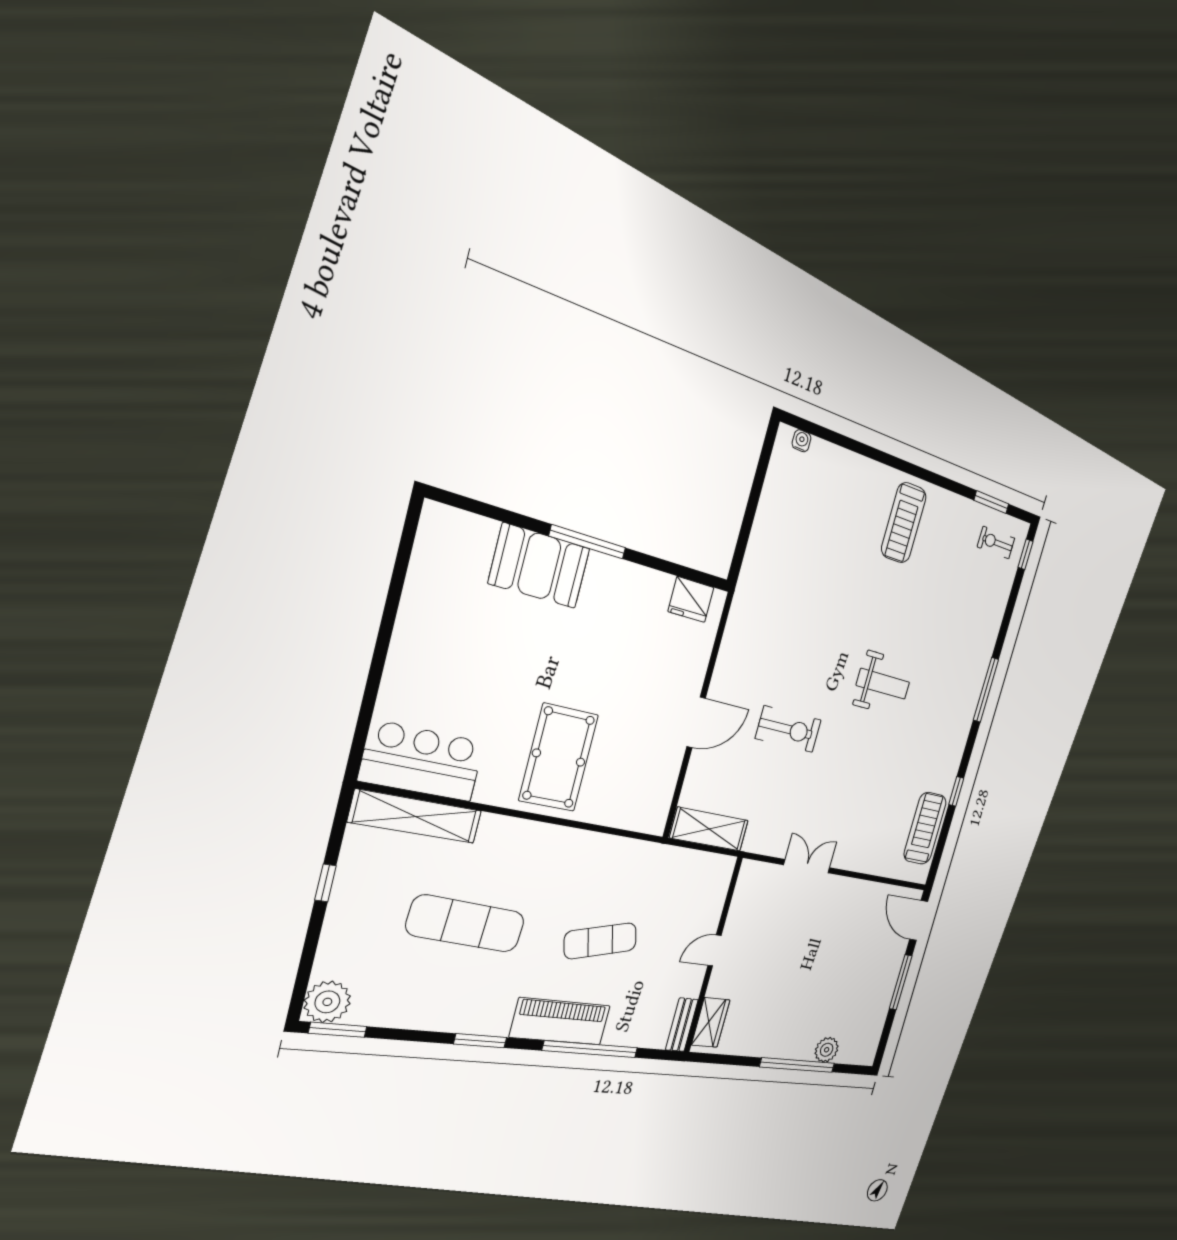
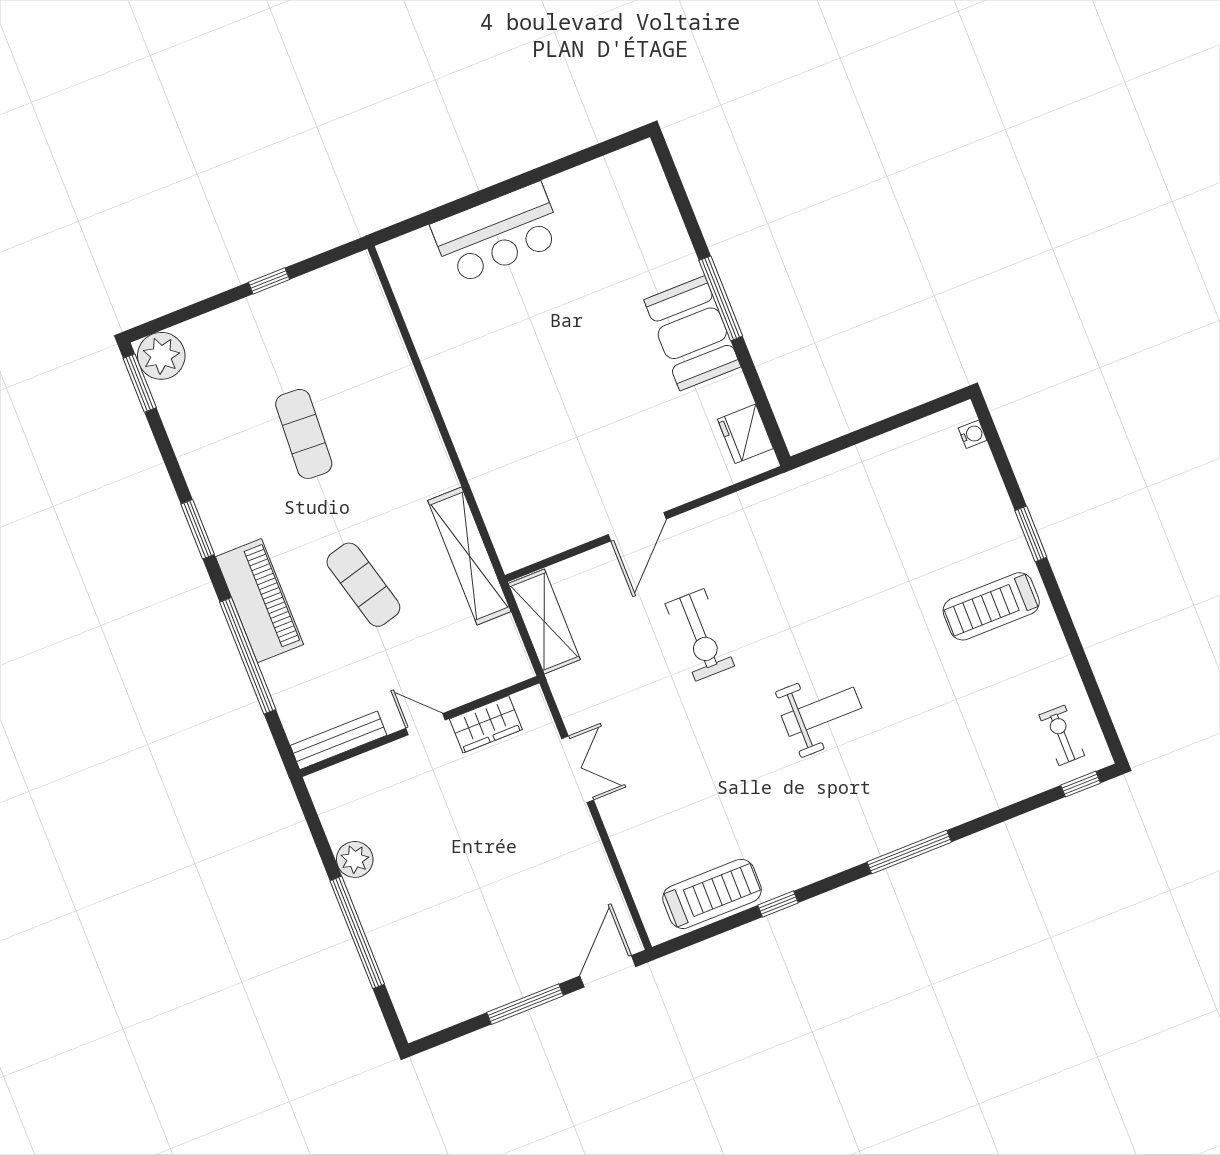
window: (991, 502) -> (1031, 534), moved
booth: (539, 566) -> (692, 333), moved
weight bench: (883, 684) -> (821, 712), turned -90
door: (696, 722) -> (637, 527), hinge flipped
pool table: (559, 758) -> (512, 412), removed
bar counter: (422, 761) -> (497, 233), moved, turned 90
shelving: (416, 816) -> (469, 556), moved
exercise mat: (466, 924) -> (304, 434), width x0.73, depth x0.69
wardrobe: (711, 1022) -> (486, 724), moved
bench: (682, 1025) -> (339, 740), width x1.36
plant: (827, 1050) -> (355, 859), moved

